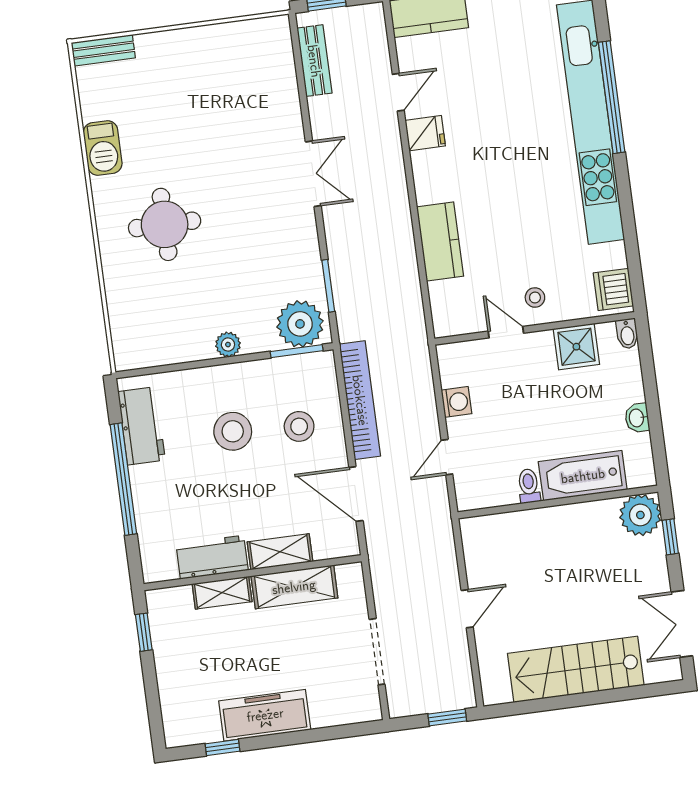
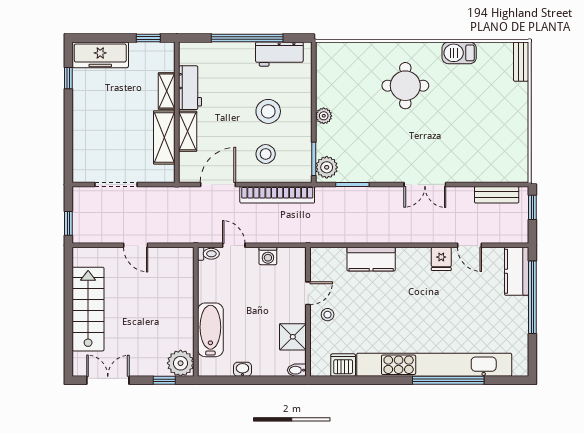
dishwasher: (613, 289) -> (343, 365), moved
plant: (300, 324) -> (327, 167), width x0.73, depth x0.73
toilet: (529, 486) -> (208, 254), moved
freezer: (265, 715) -> (100, 55), moved, turned 90

